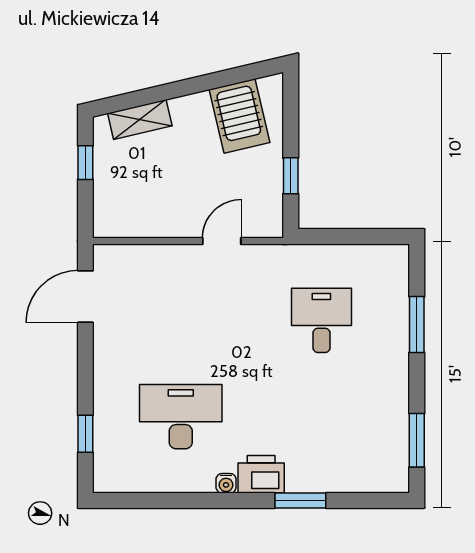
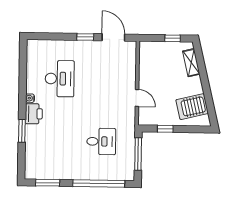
window: (348, 237) -> (138, 154), added
window: (417, 325) -> (99, 184), width x2.11
window: (85, 434) -> (85, 37), moved

